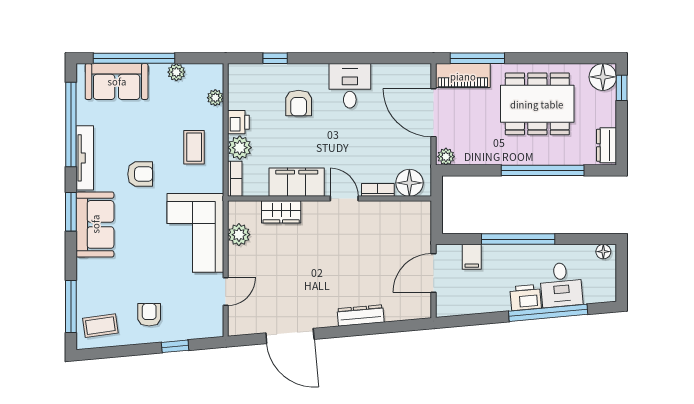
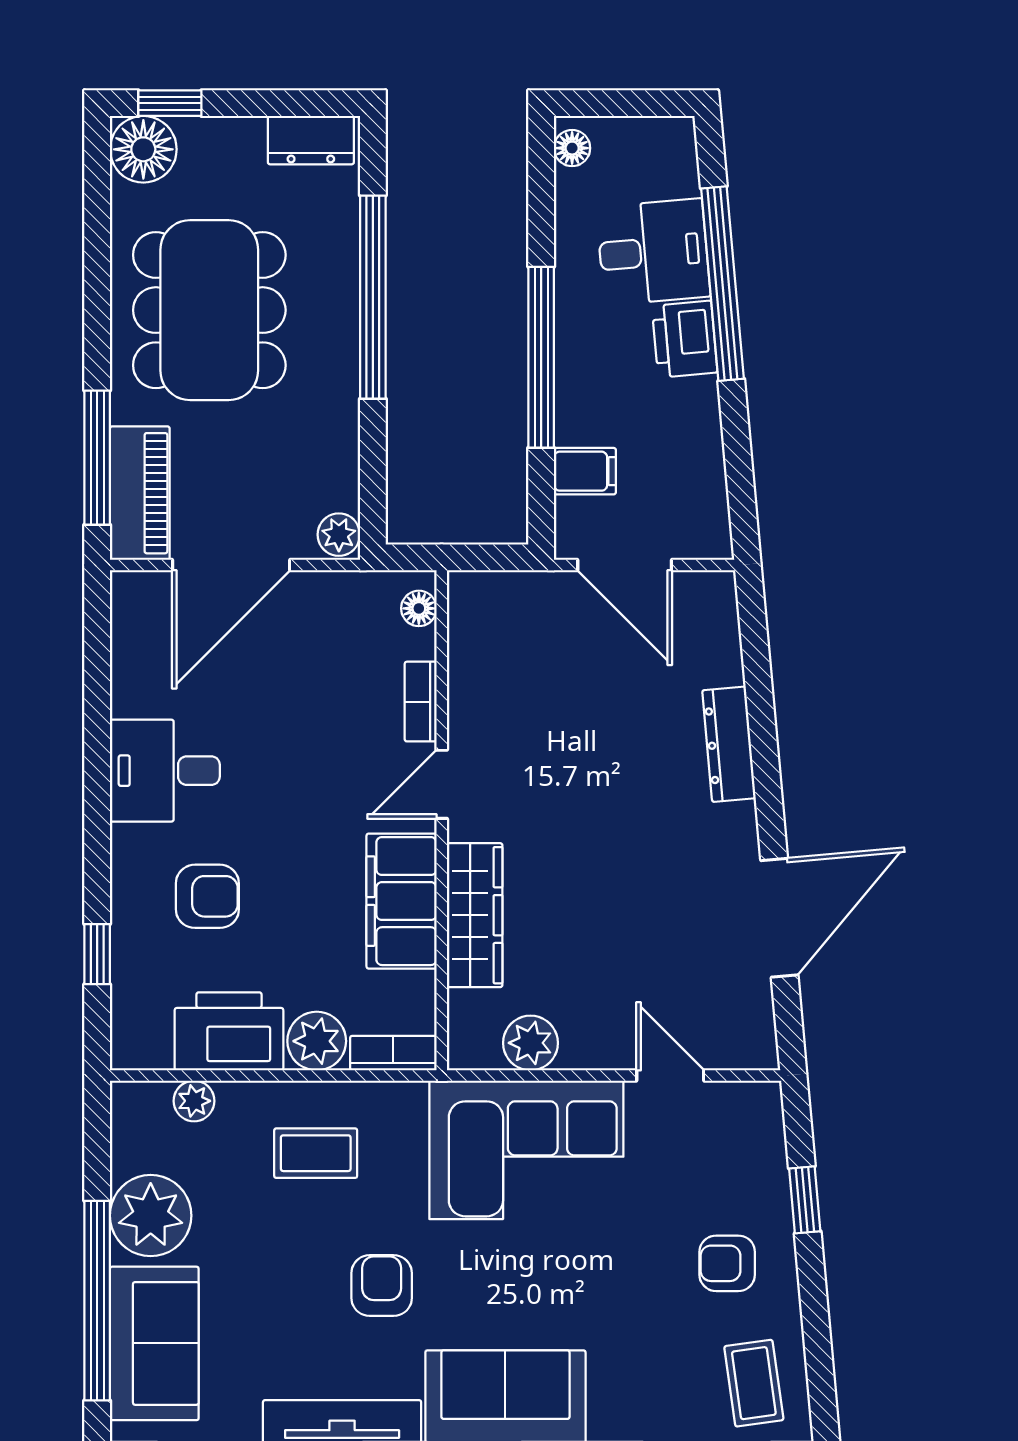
plant: (176, 72) -> (151, 1216), width x1.87, depth x1.87
printer: (238, 122) -> (229, 1031), width x1.87, depth x1.48
floor lamp: (409, 183) -> (419, 608), width x0.53, depth x0.53
wardrobe: (281, 212) -> (475, 915), width x1.50

